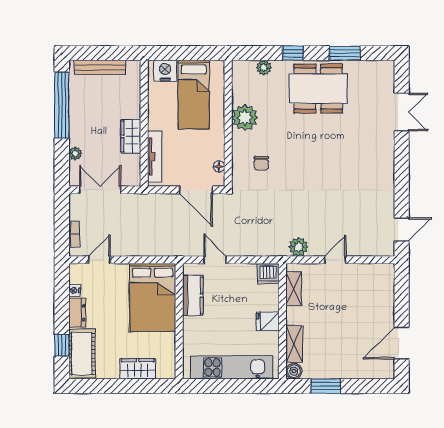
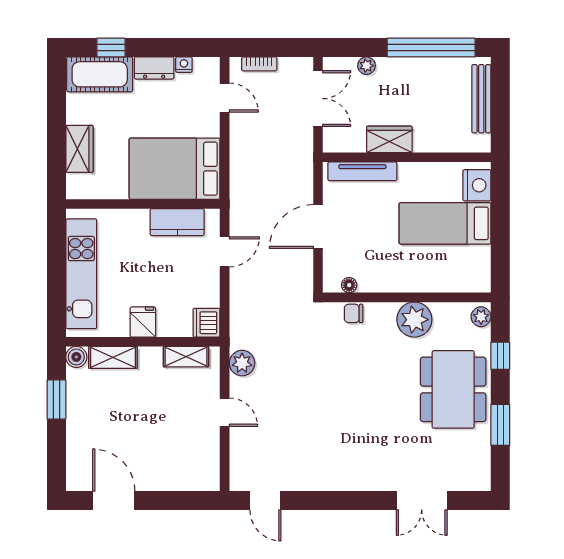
plant: (245, 118) -> (414, 320), moved
wall: (228, 123) -> (407, 297), moved
floor lamp: (219, 167) -> (349, 285), moved

